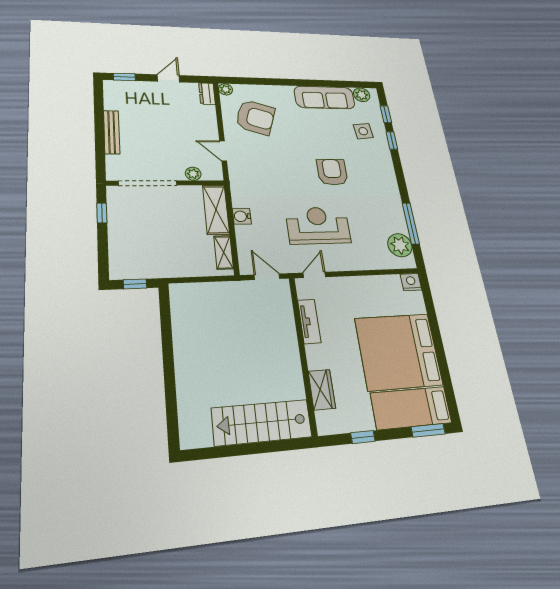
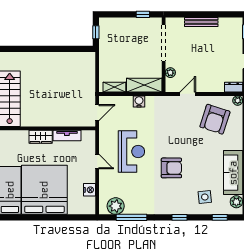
window: (392, 140) -> (179, 217), moved
door: (314, 275) -> (97, 161), moved
nightstand: (411, 282) -> (89, 190), moved
wardrobe: (322, 390) -> (41, 137), moved

